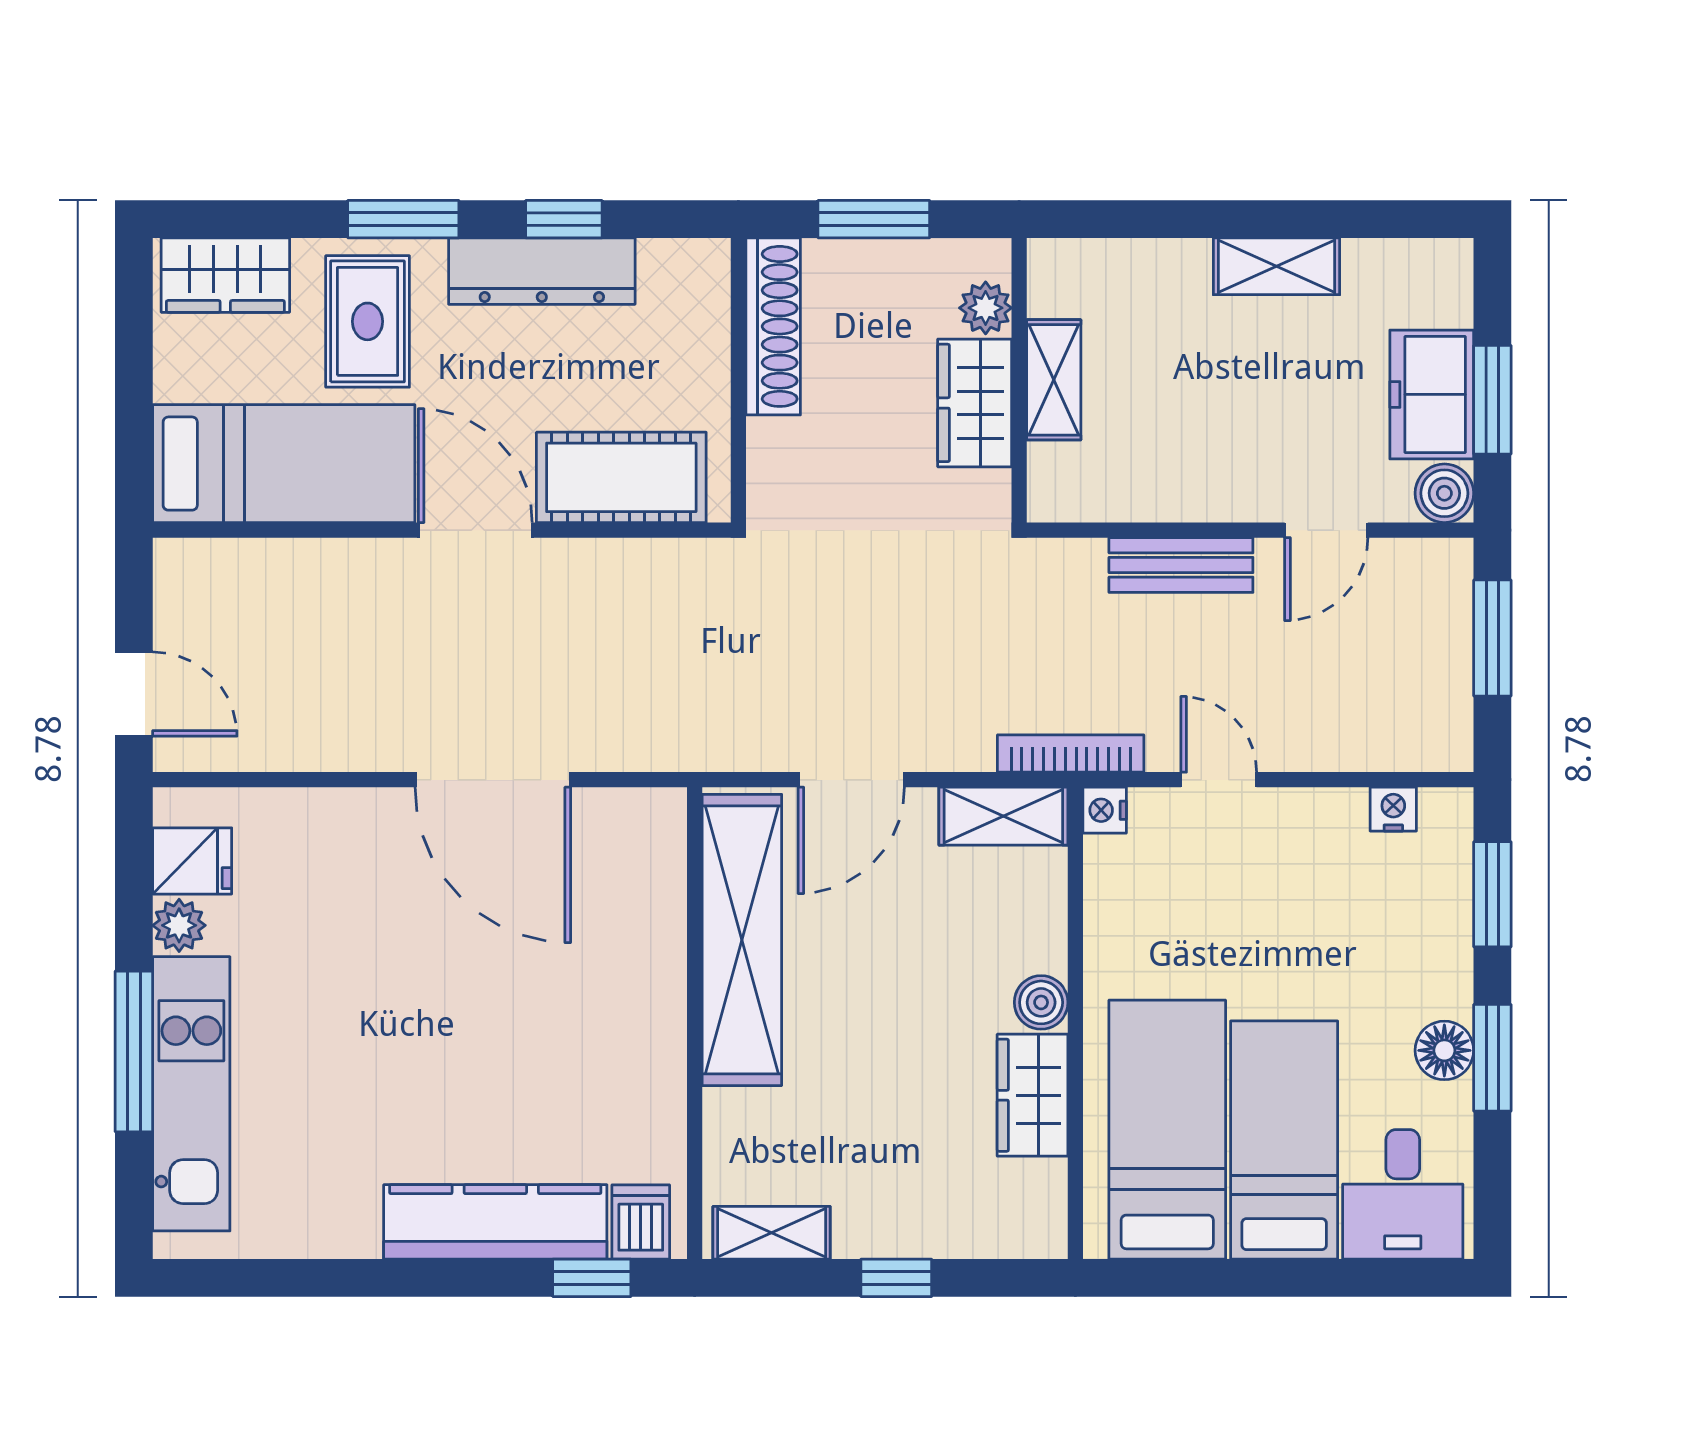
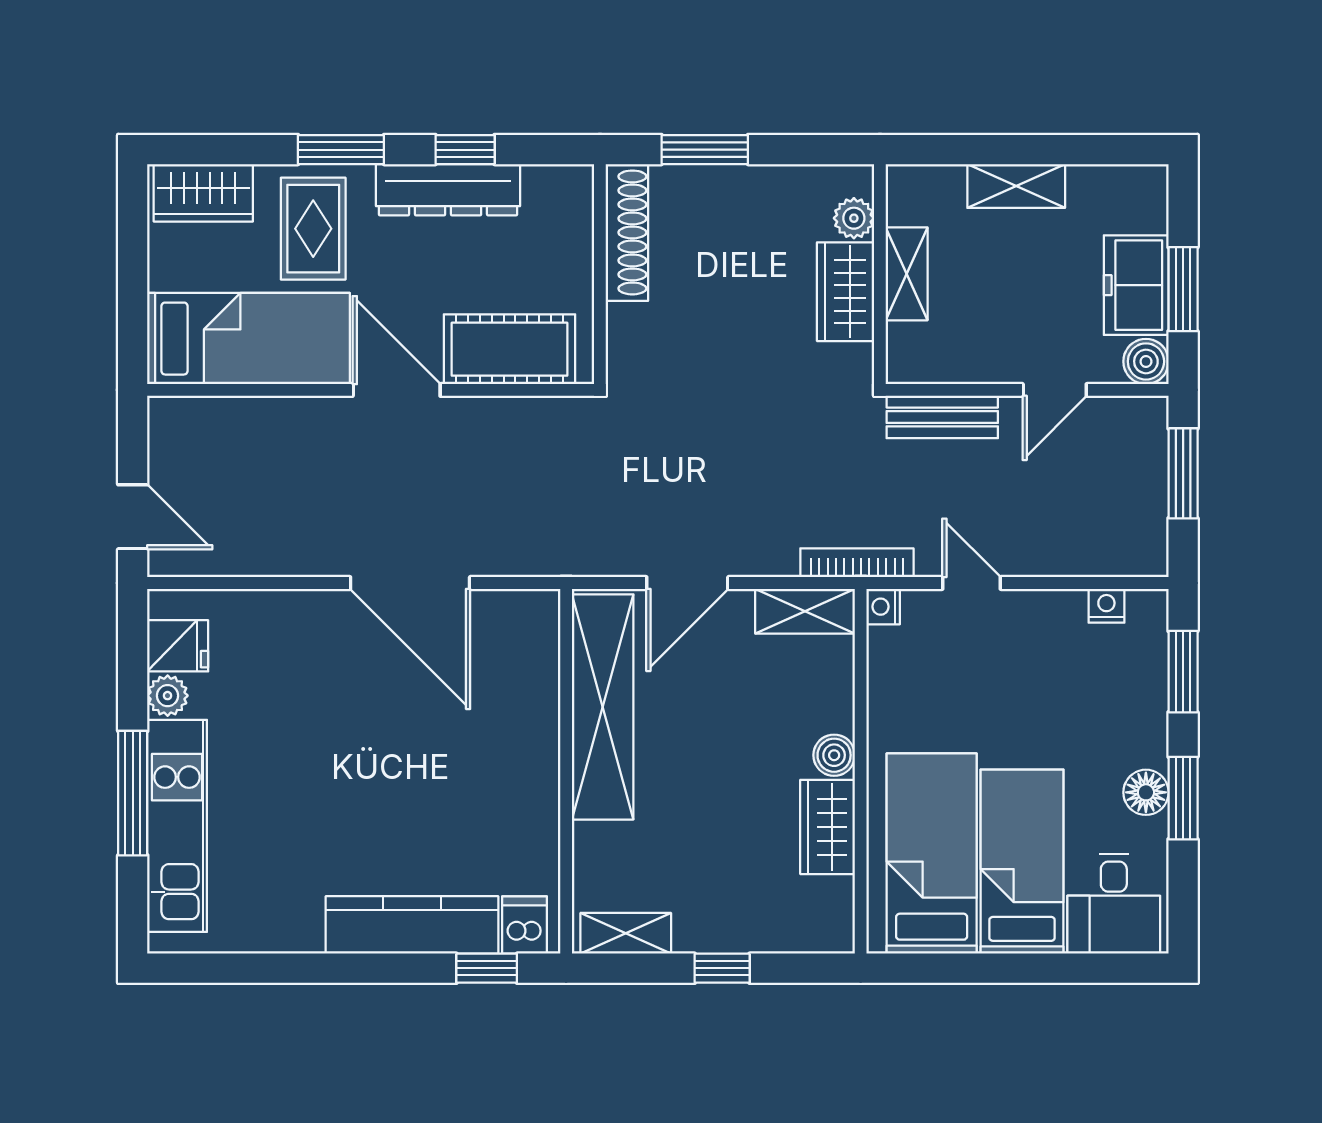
plant: (986, 308) -> (854, 218), moved
wall: (1019, 380) -> (880, 274), moved
shelving: (1054, 380) -> (907, 274), moved
wardrobe: (975, 403) -> (846, 292), moved

